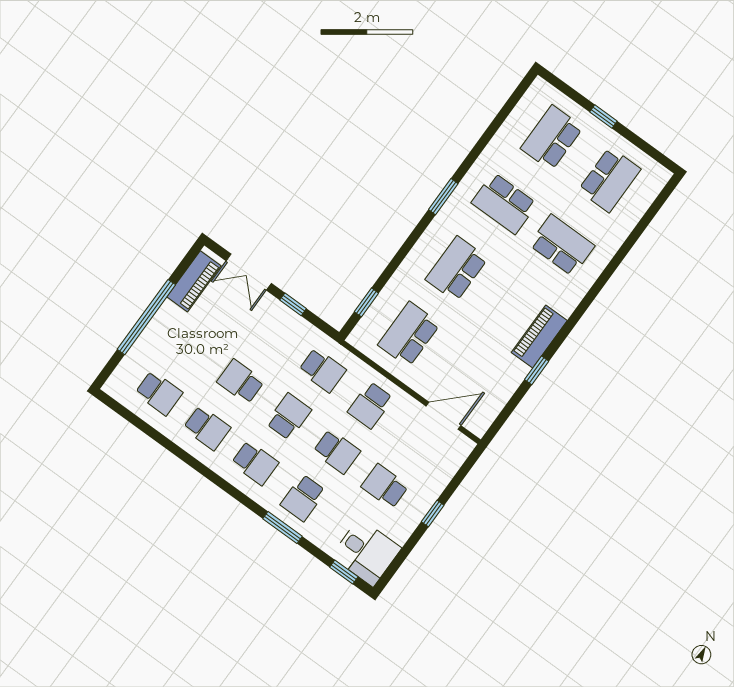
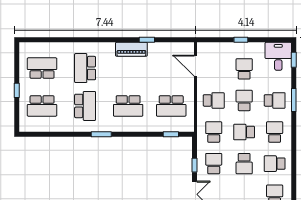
school desk: (274, 335) -> (214, 164), added
school desk: (207, 428) -> (275, 164), turned -90
school desk: (385, 486) -> (244, 69), turned 180

